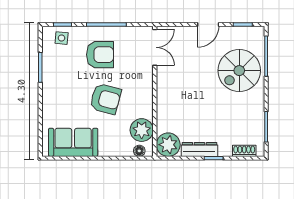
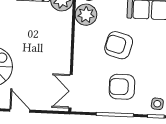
door: (208, 24) -> (20, 111), hinge flipped

